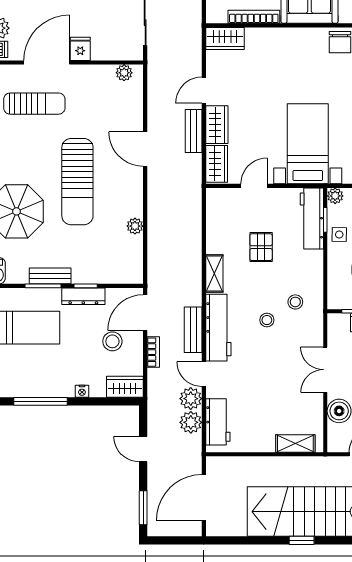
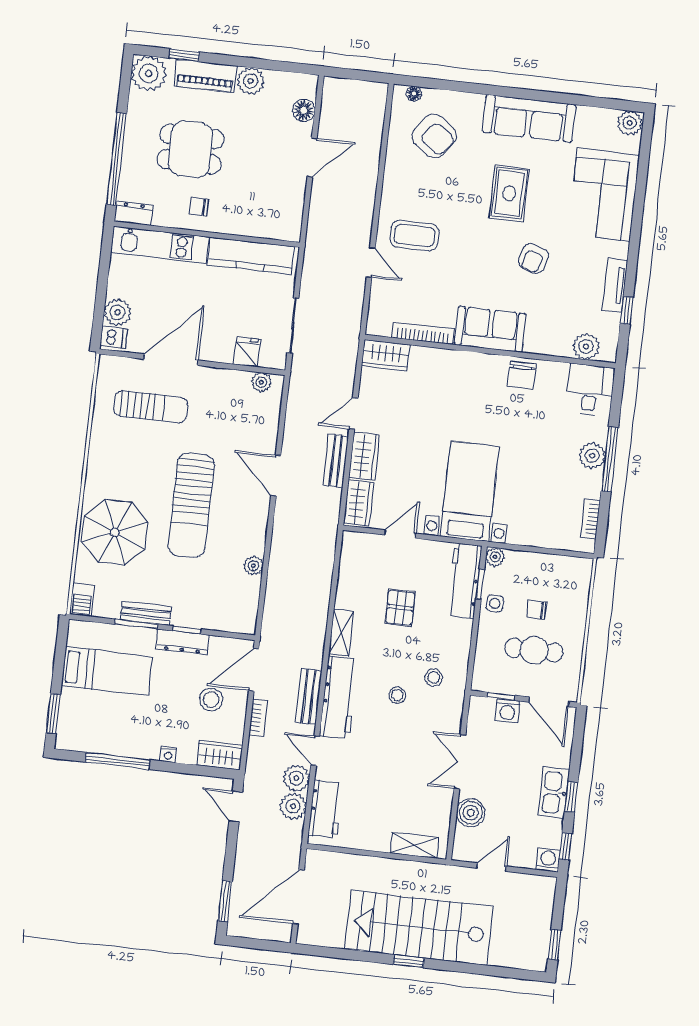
fridge: (80, 49) -> (247, 352), moved
door: (143, 449) -> (236, 807), moved

